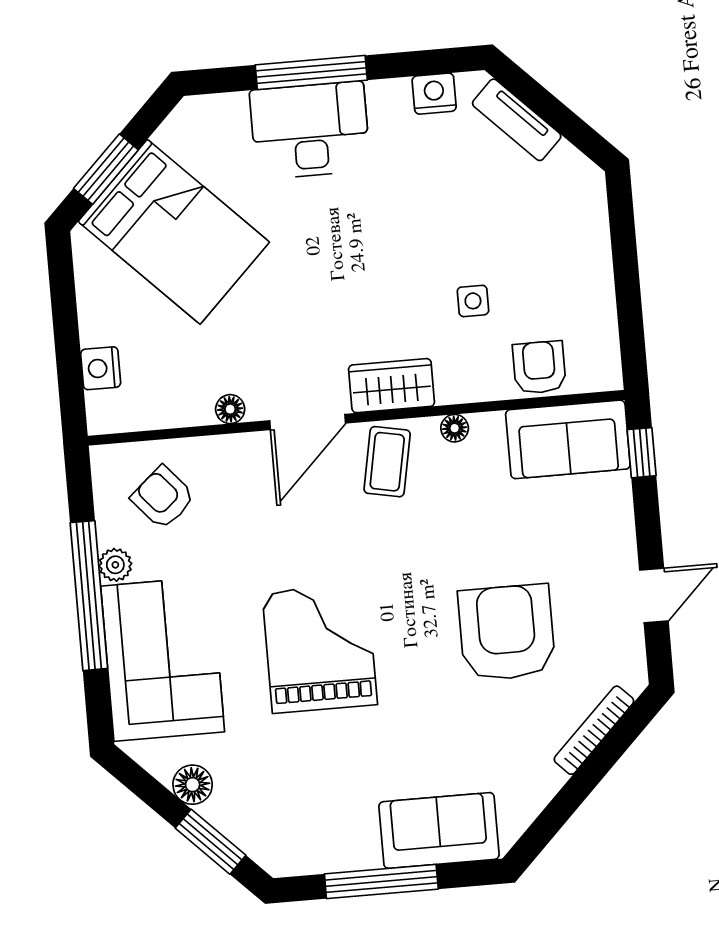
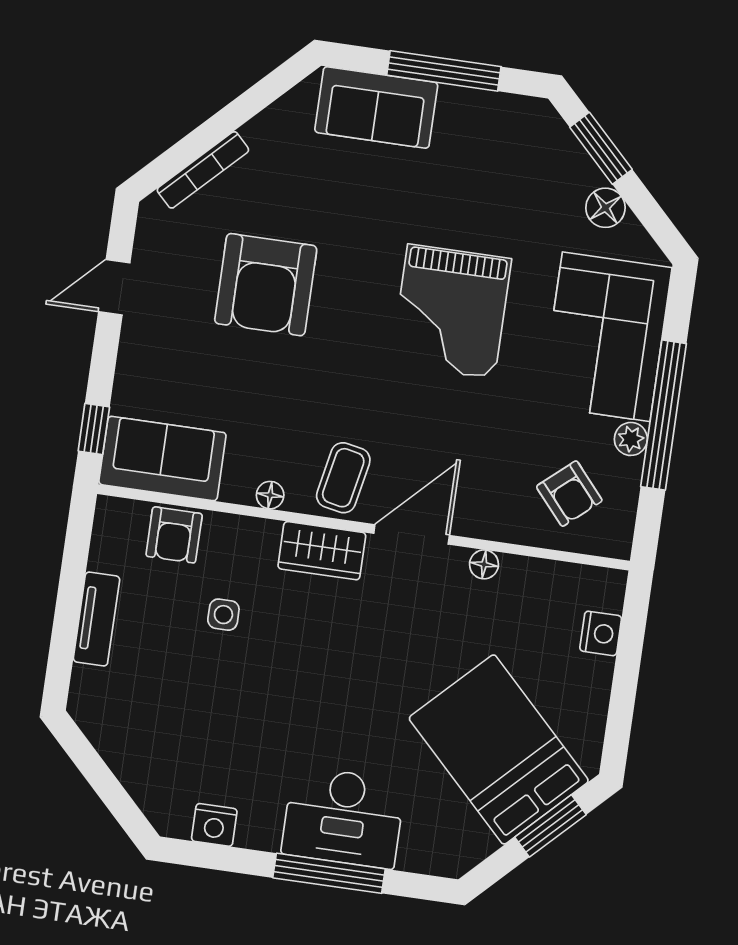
tv unit: (517, 120) -> (96, 619), moved, turned 45

